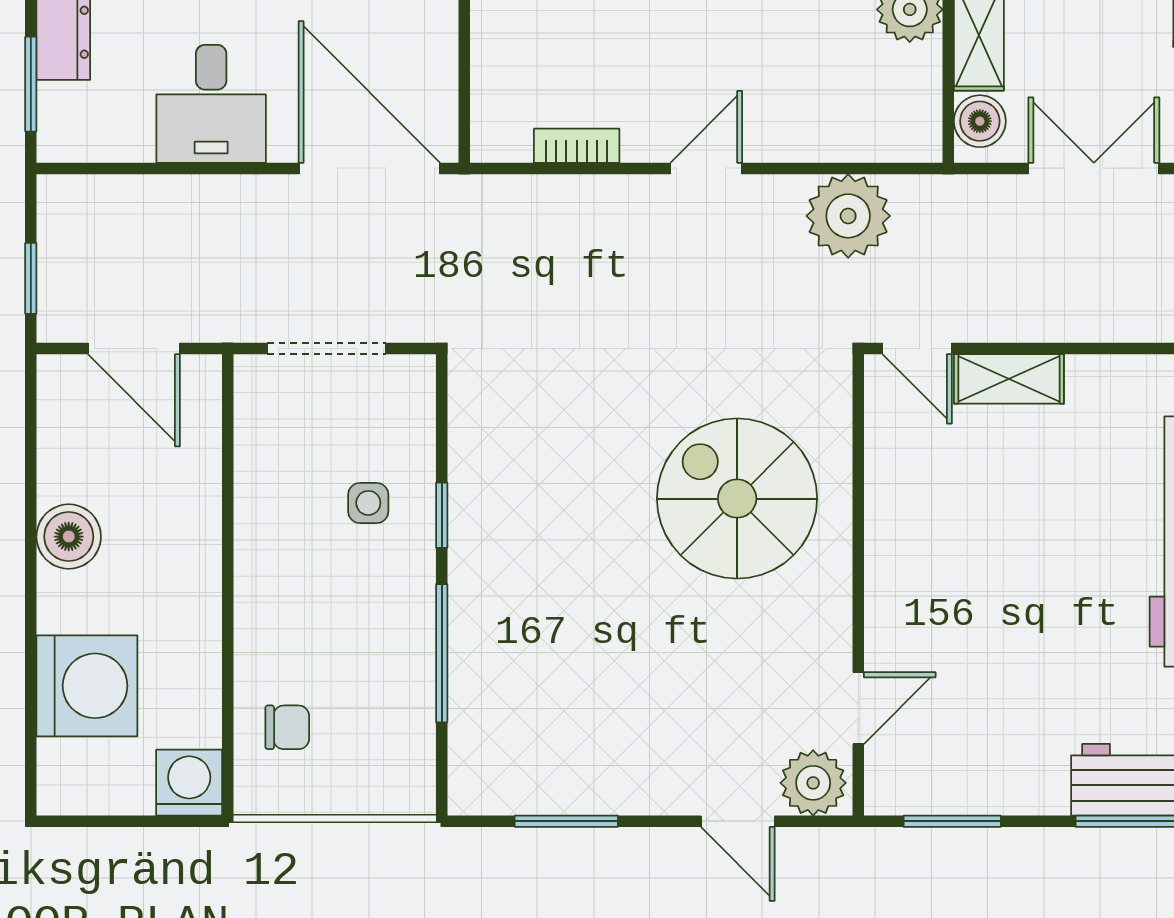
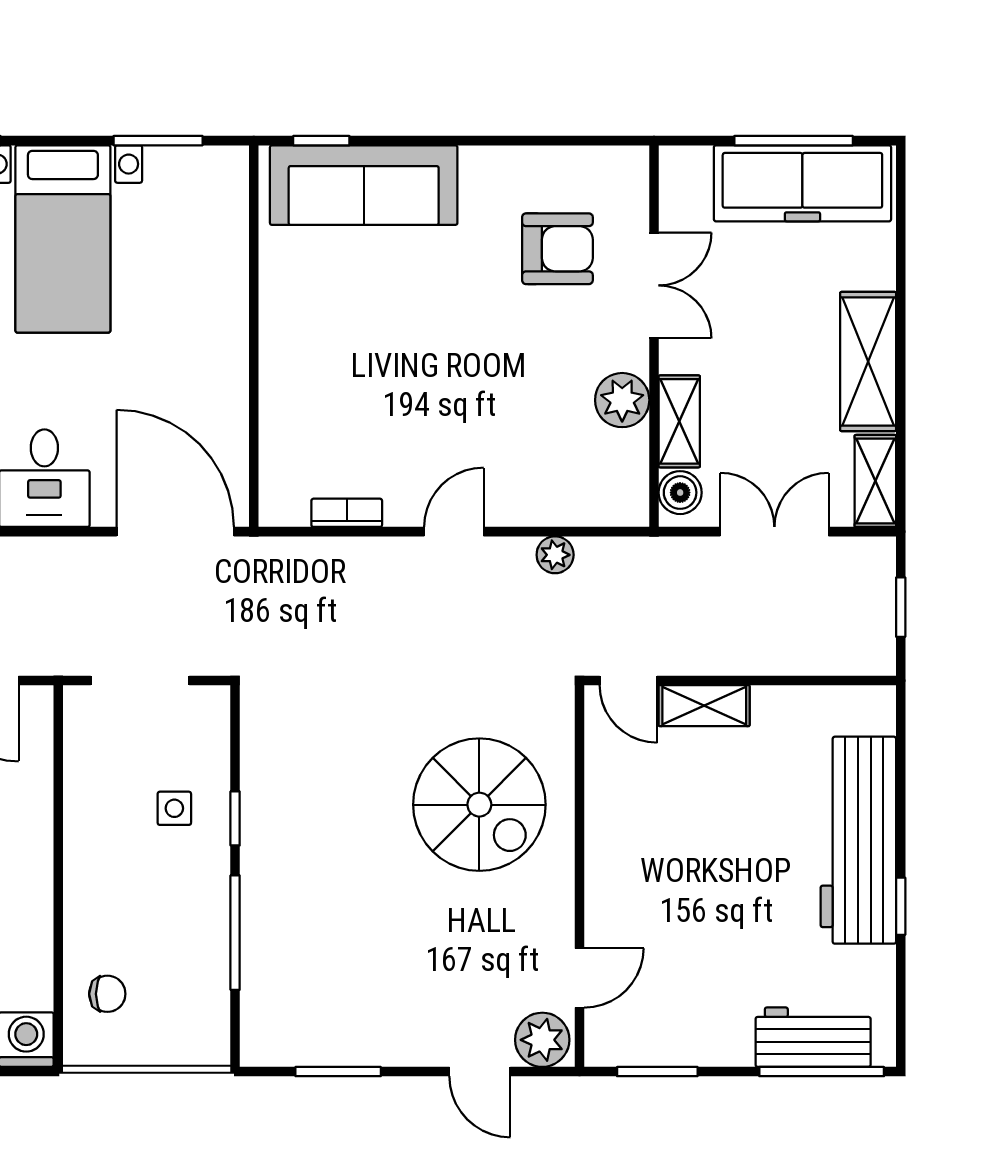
plant: (848, 216) -> (555, 555), width x0.53, depth x0.53
spiral stairs: (737, 499) -> (479, 805), turned 180

